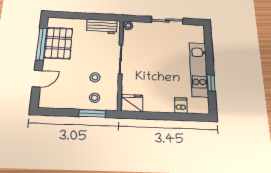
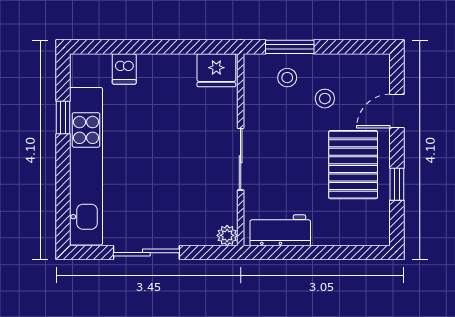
pallet: (59, 43) -> (353, 165), moved
window: (41, 44) -> (397, 184), width x0.46
kitchen unit: (199, 69) -> (86, 166), width x1.36
stool: (95, 77) -> (325, 99), moved

